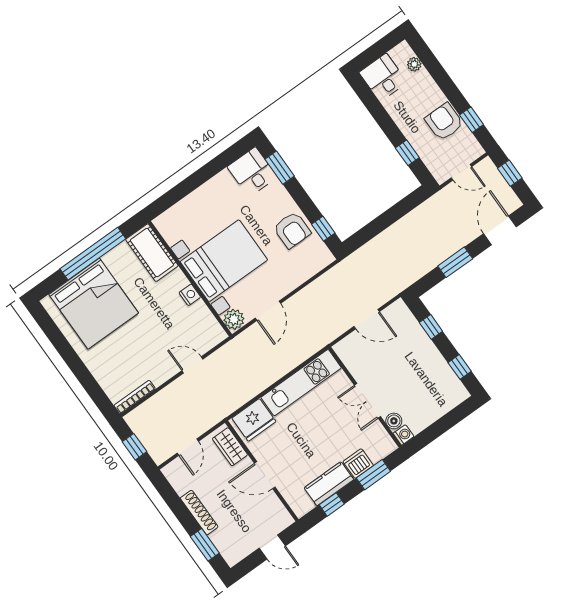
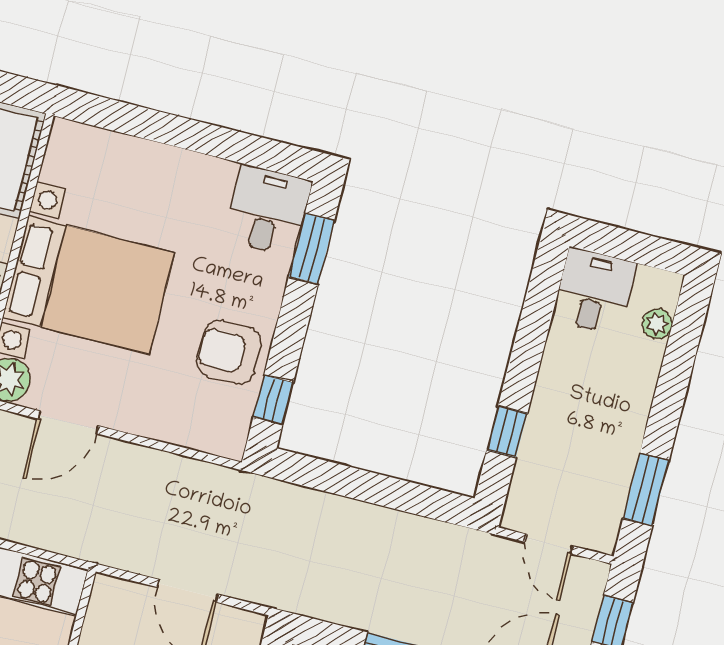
window: (472, 120) -> (646, 490), width x1.50
armchair: (444, 122) -> (606, 448), removed
armchair: (292, 230) -> (229, 352), turned 90

